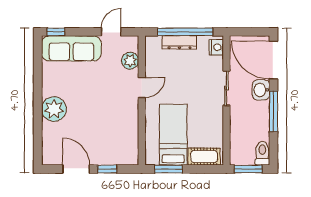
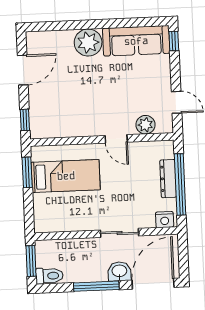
sofa: (71, 48) -> (136, 41), moved, turned -90
cot: (204, 156) -> (43, 211), removed
window: (107, 169) -> (25, 120), moved

